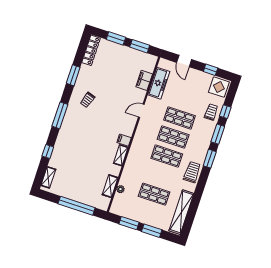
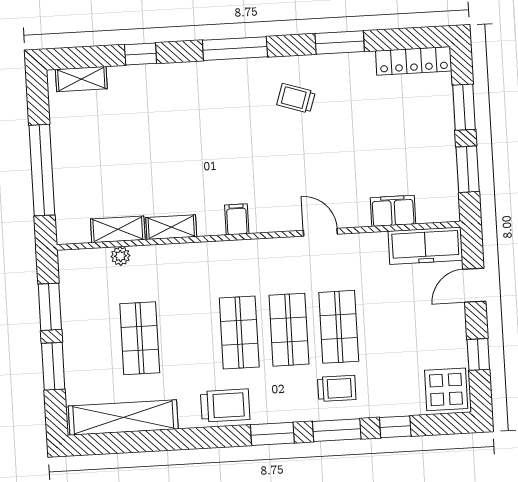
freezer: (159, 83) -> (425, 246), moved
trolley: (211, 112) -> (337, 388), moved
shelving: (121, 155) -> (171, 227), moved

